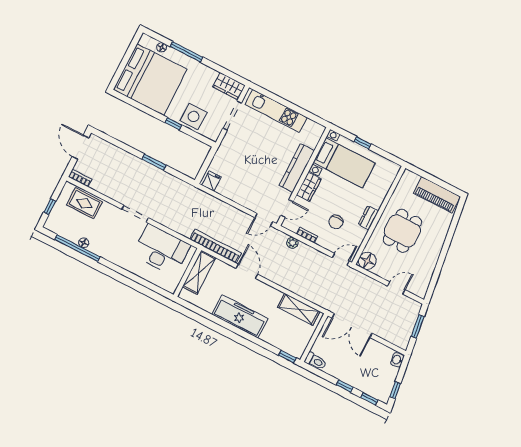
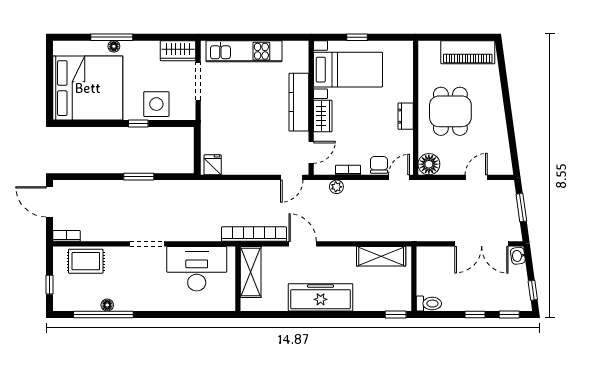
floor lamp: (162, 47) -> (114, 46), moved
chair: (336, 222) -> (379, 165), moved, turned 180
double door: (352, 326) -> (482, 244), moved

